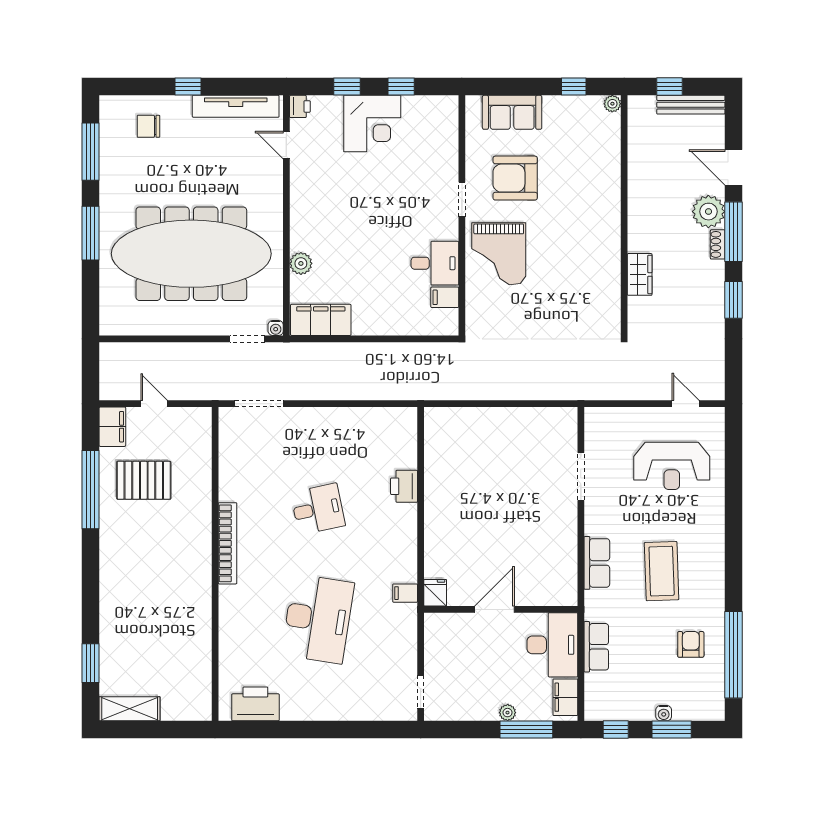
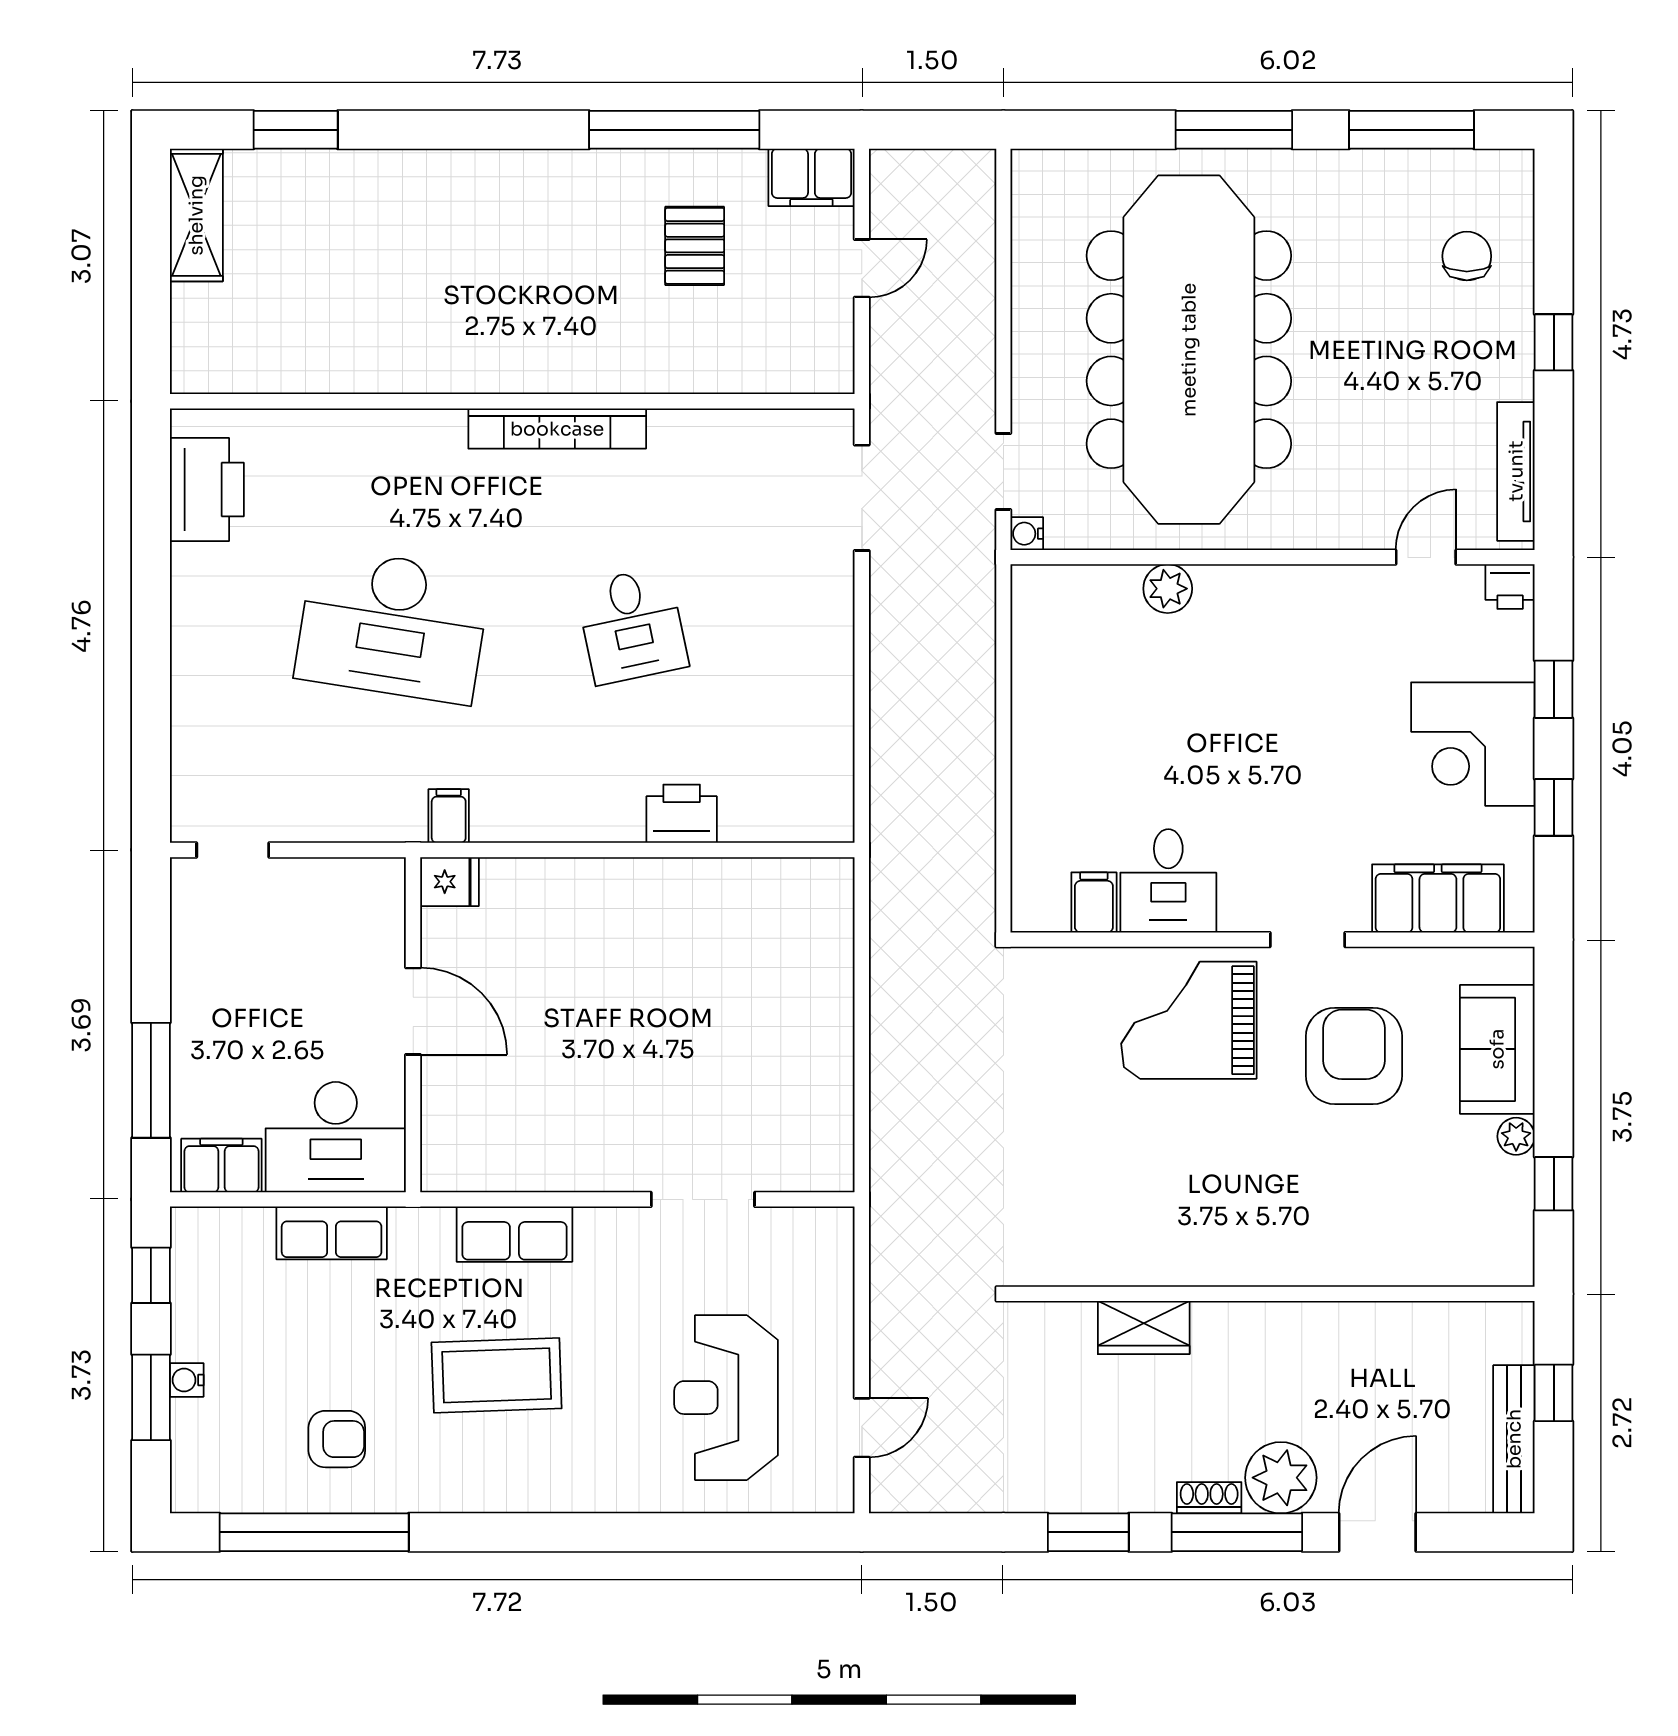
plant: (612, 104) -> (1516, 1136), moved
tv unit: (236, 106) -> (1516, 471), width x0.73, depth x0.78
filing cabinet: (321, 320) -> (1438, 898), moved, turned -90
pallet: (144, 480) -> (695, 246), width x0.67, depth x0.71
plant: (508, 713) -> (188, 1039), removed

